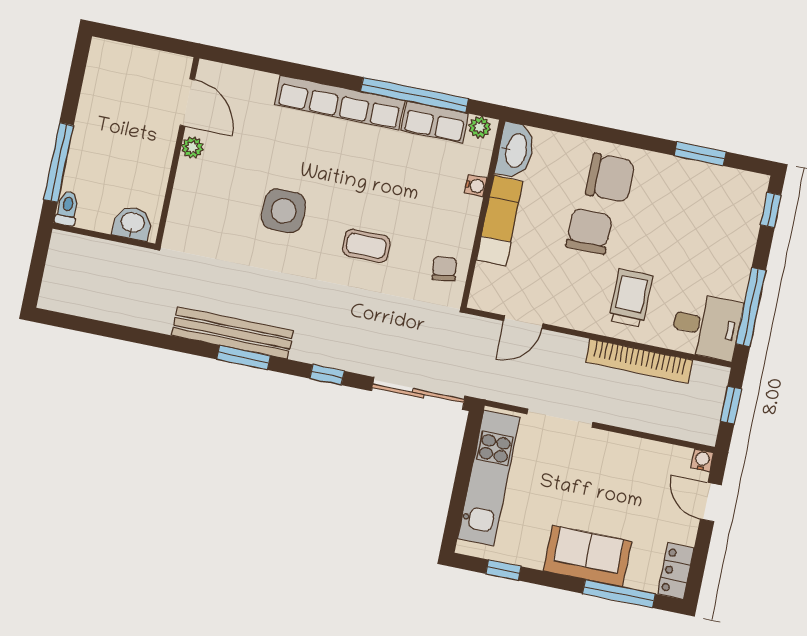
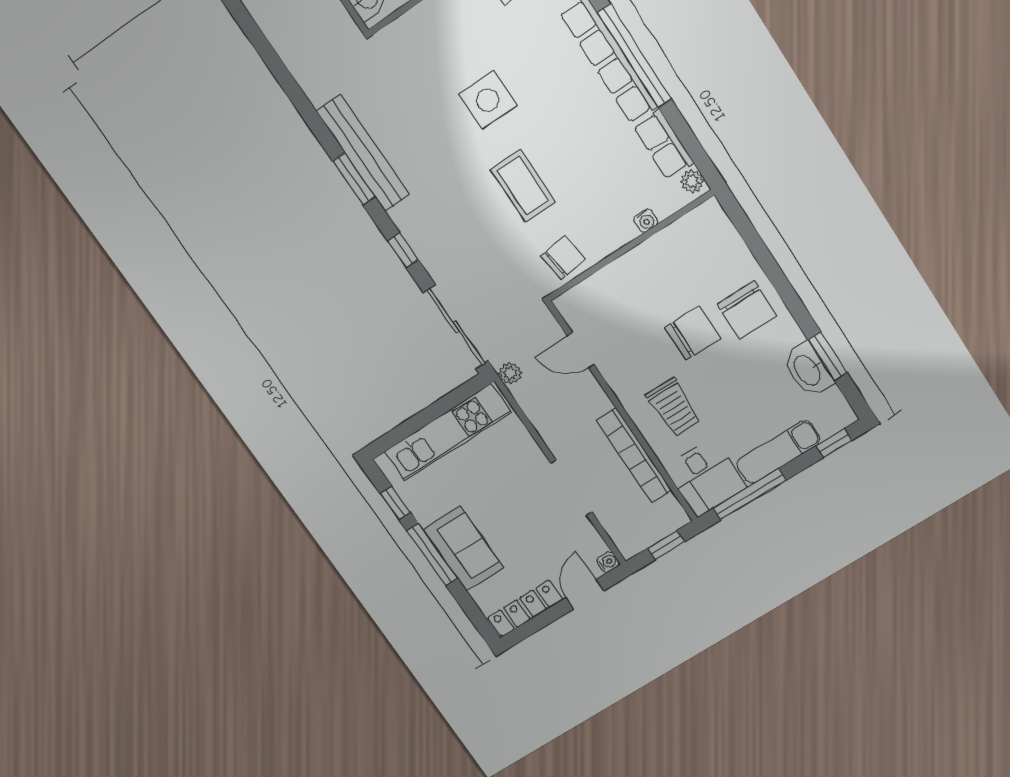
window: (414, 95) -> (634, 56), moved
washbasin: (515, 150) -> (808, 370), moved, turned 90
exam couch: (500, 221) -> (778, 452), moved, turned 180
coffee table: (366, 246) -> (523, 186), width x1.36, depth x1.30
chair: (444, 269) -> (563, 258), width x1.37, depth x1.37
trolley: (631, 298) -> (673, 407), turned 90
plant: (490, 389) -> (510, 373), added
doorway: (560, 418) -> (571, 488), moved
locker: (676, 571) -> (525, 609), width x1.53
window: (619, 594) -> (432, 555), moved

